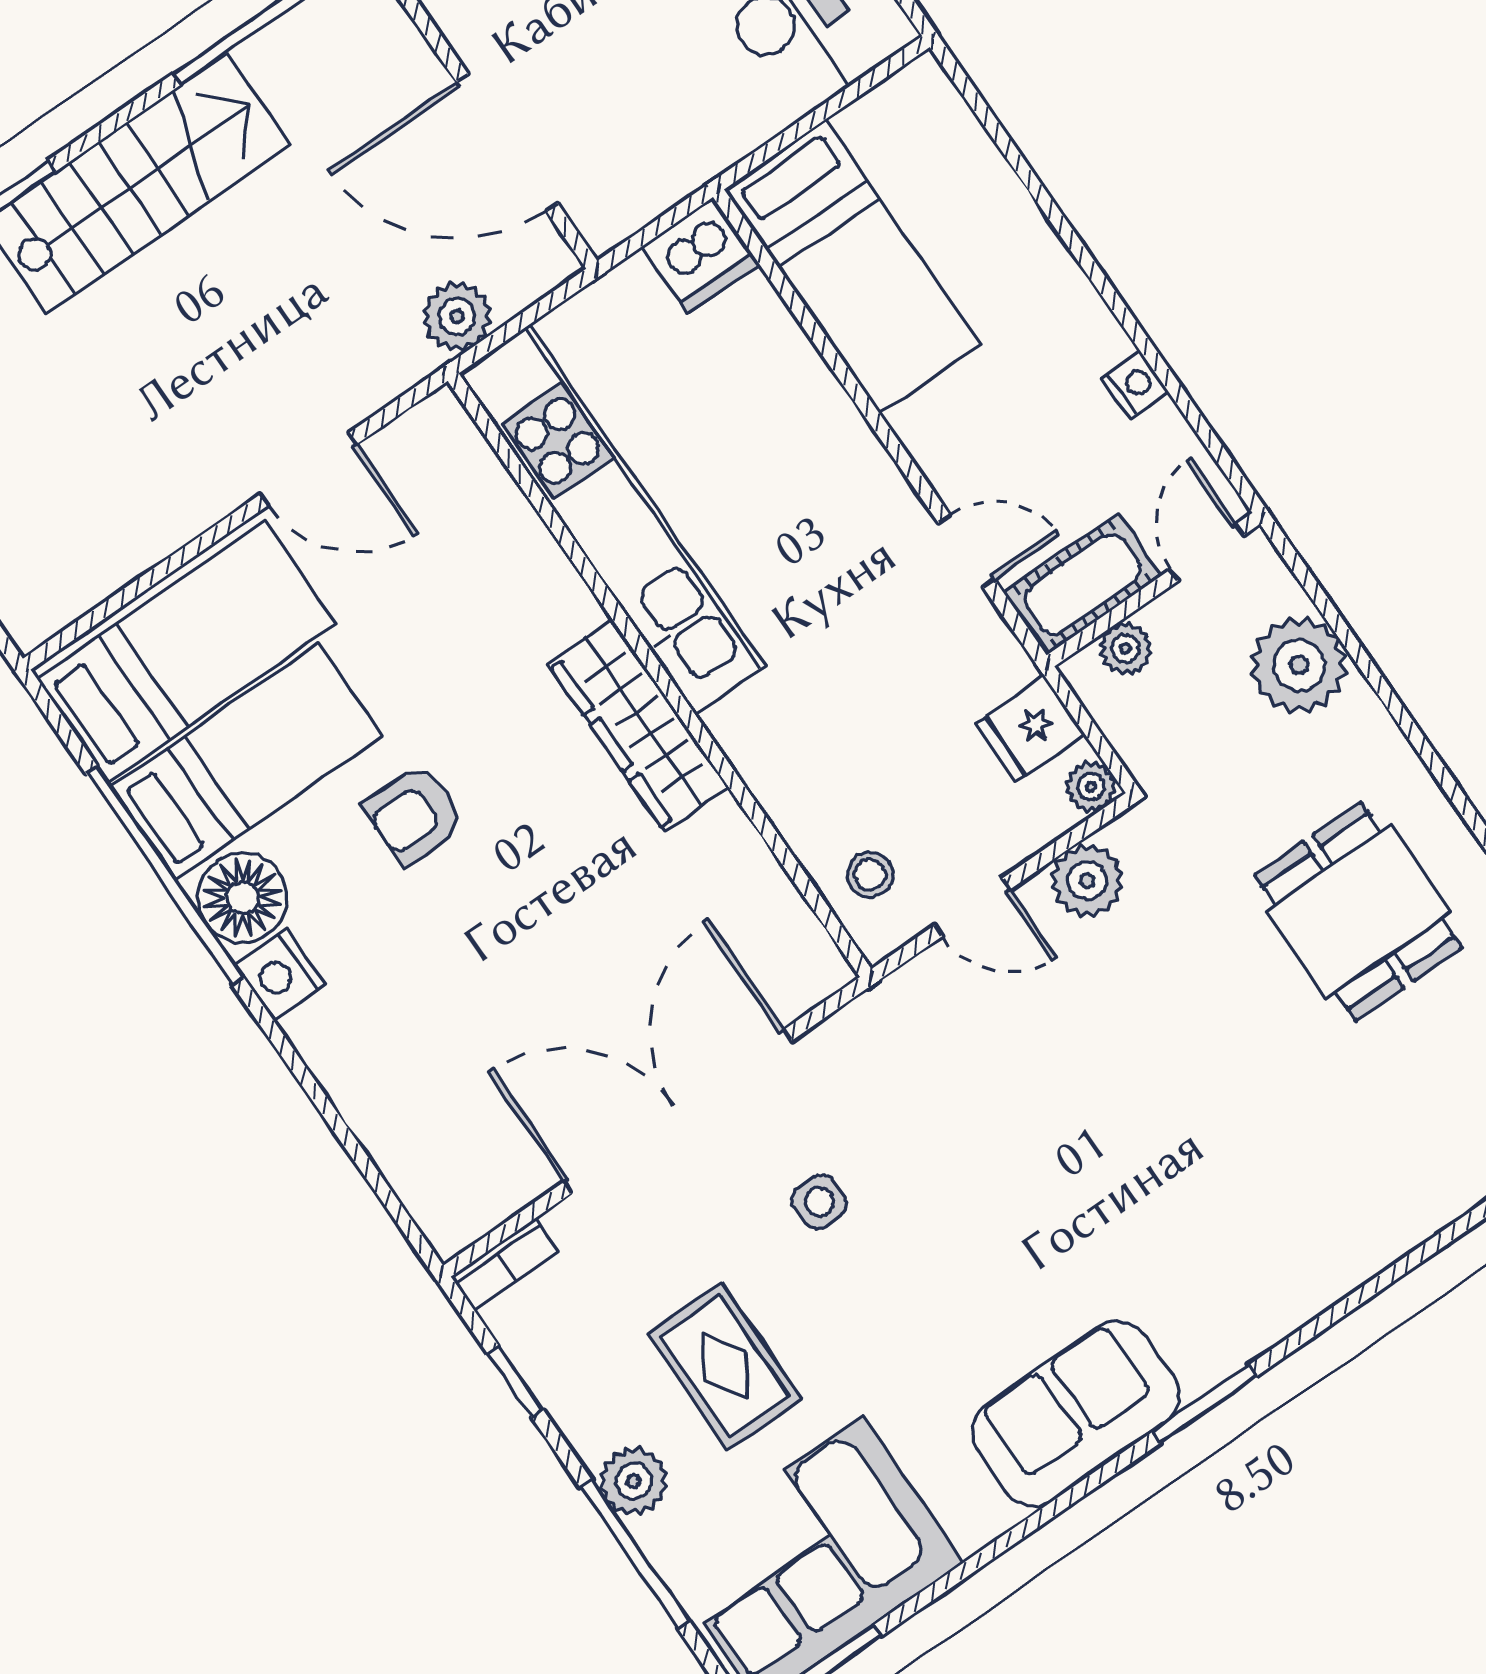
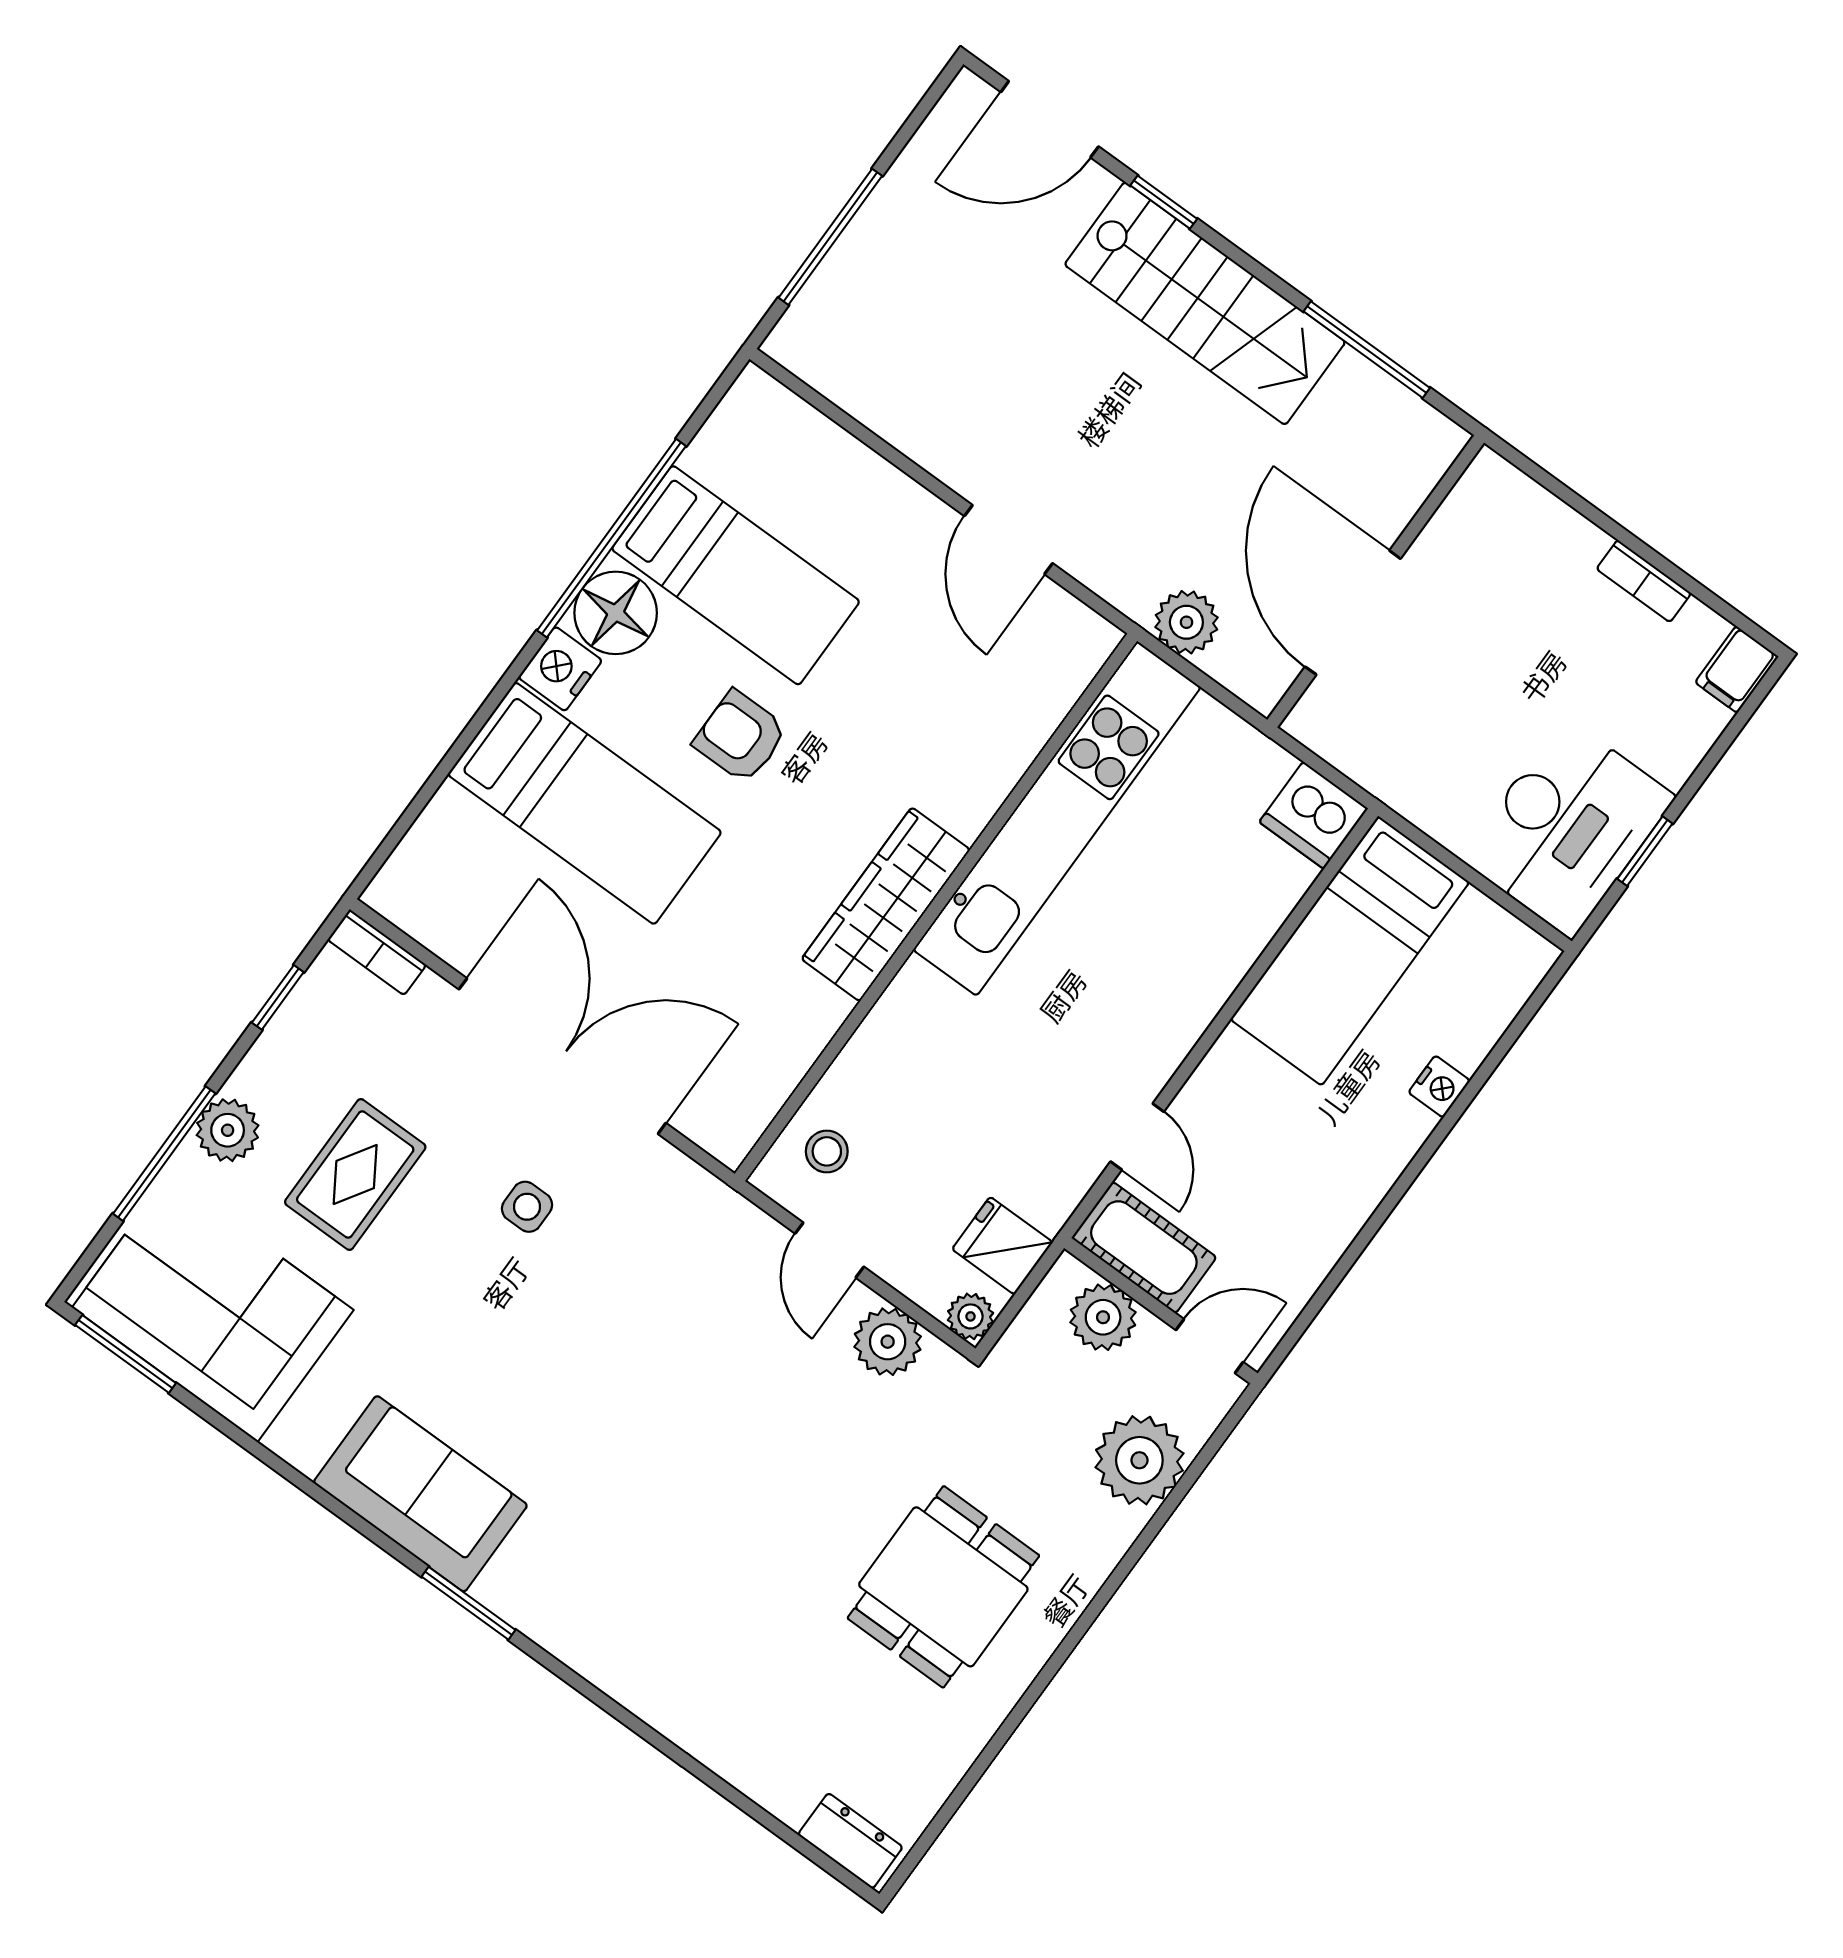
nightstand: (1135, 385) -> (1439, 1087), moved
plant: (1126, 649) -> (1103, 1317), width x1.38, depth x1.38
bed: (187, 652) -> (585, 803), moved

